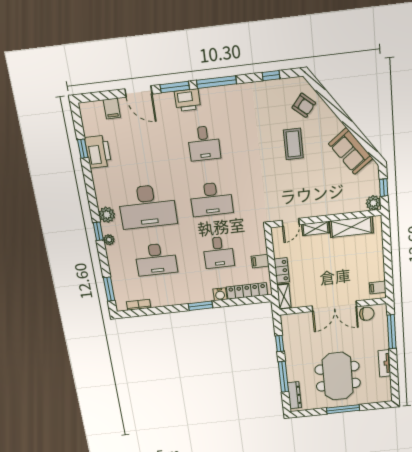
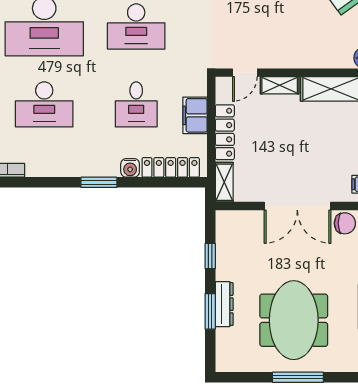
filing cabinet: (260, 261) -> (195, 115), width x2.00
locker: (282, 270) -> (225, 132), width x1.53
window: (283, 377) -> (210, 311), width x0.69
dresser: (294, 395) -> (224, 304), moved

